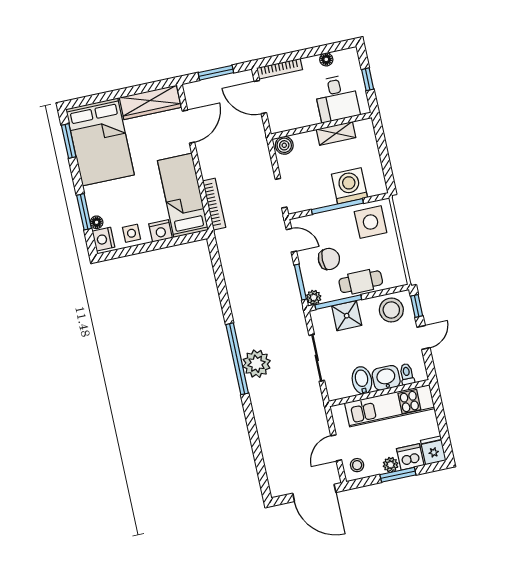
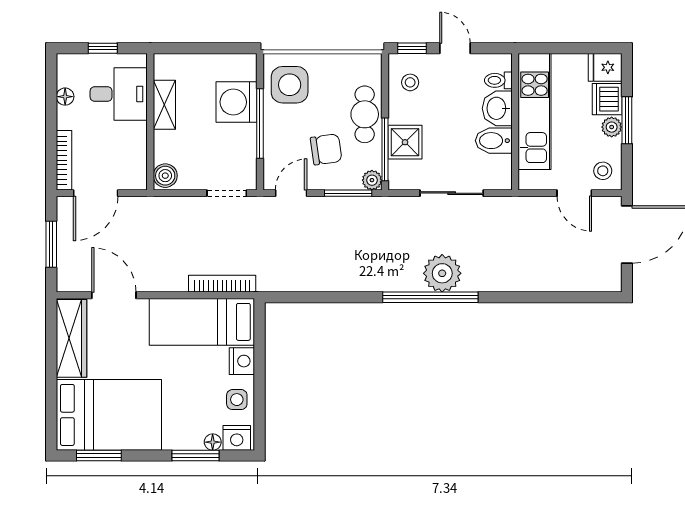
chair: (329, 259) -> (326, 149), turned 82
stool: (391, 310) -> (410, 82), width x0.53, depth x0.53

